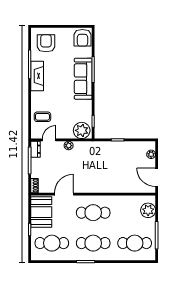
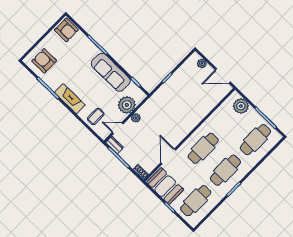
fireplace: (37, 76) -> (70, 99), moved
sofa: (83, 79) -> (111, 72), moved
plant: (82, 130) -> (127, 105), moved
door: (49, 140) -> (118, 128), hinge flipped

